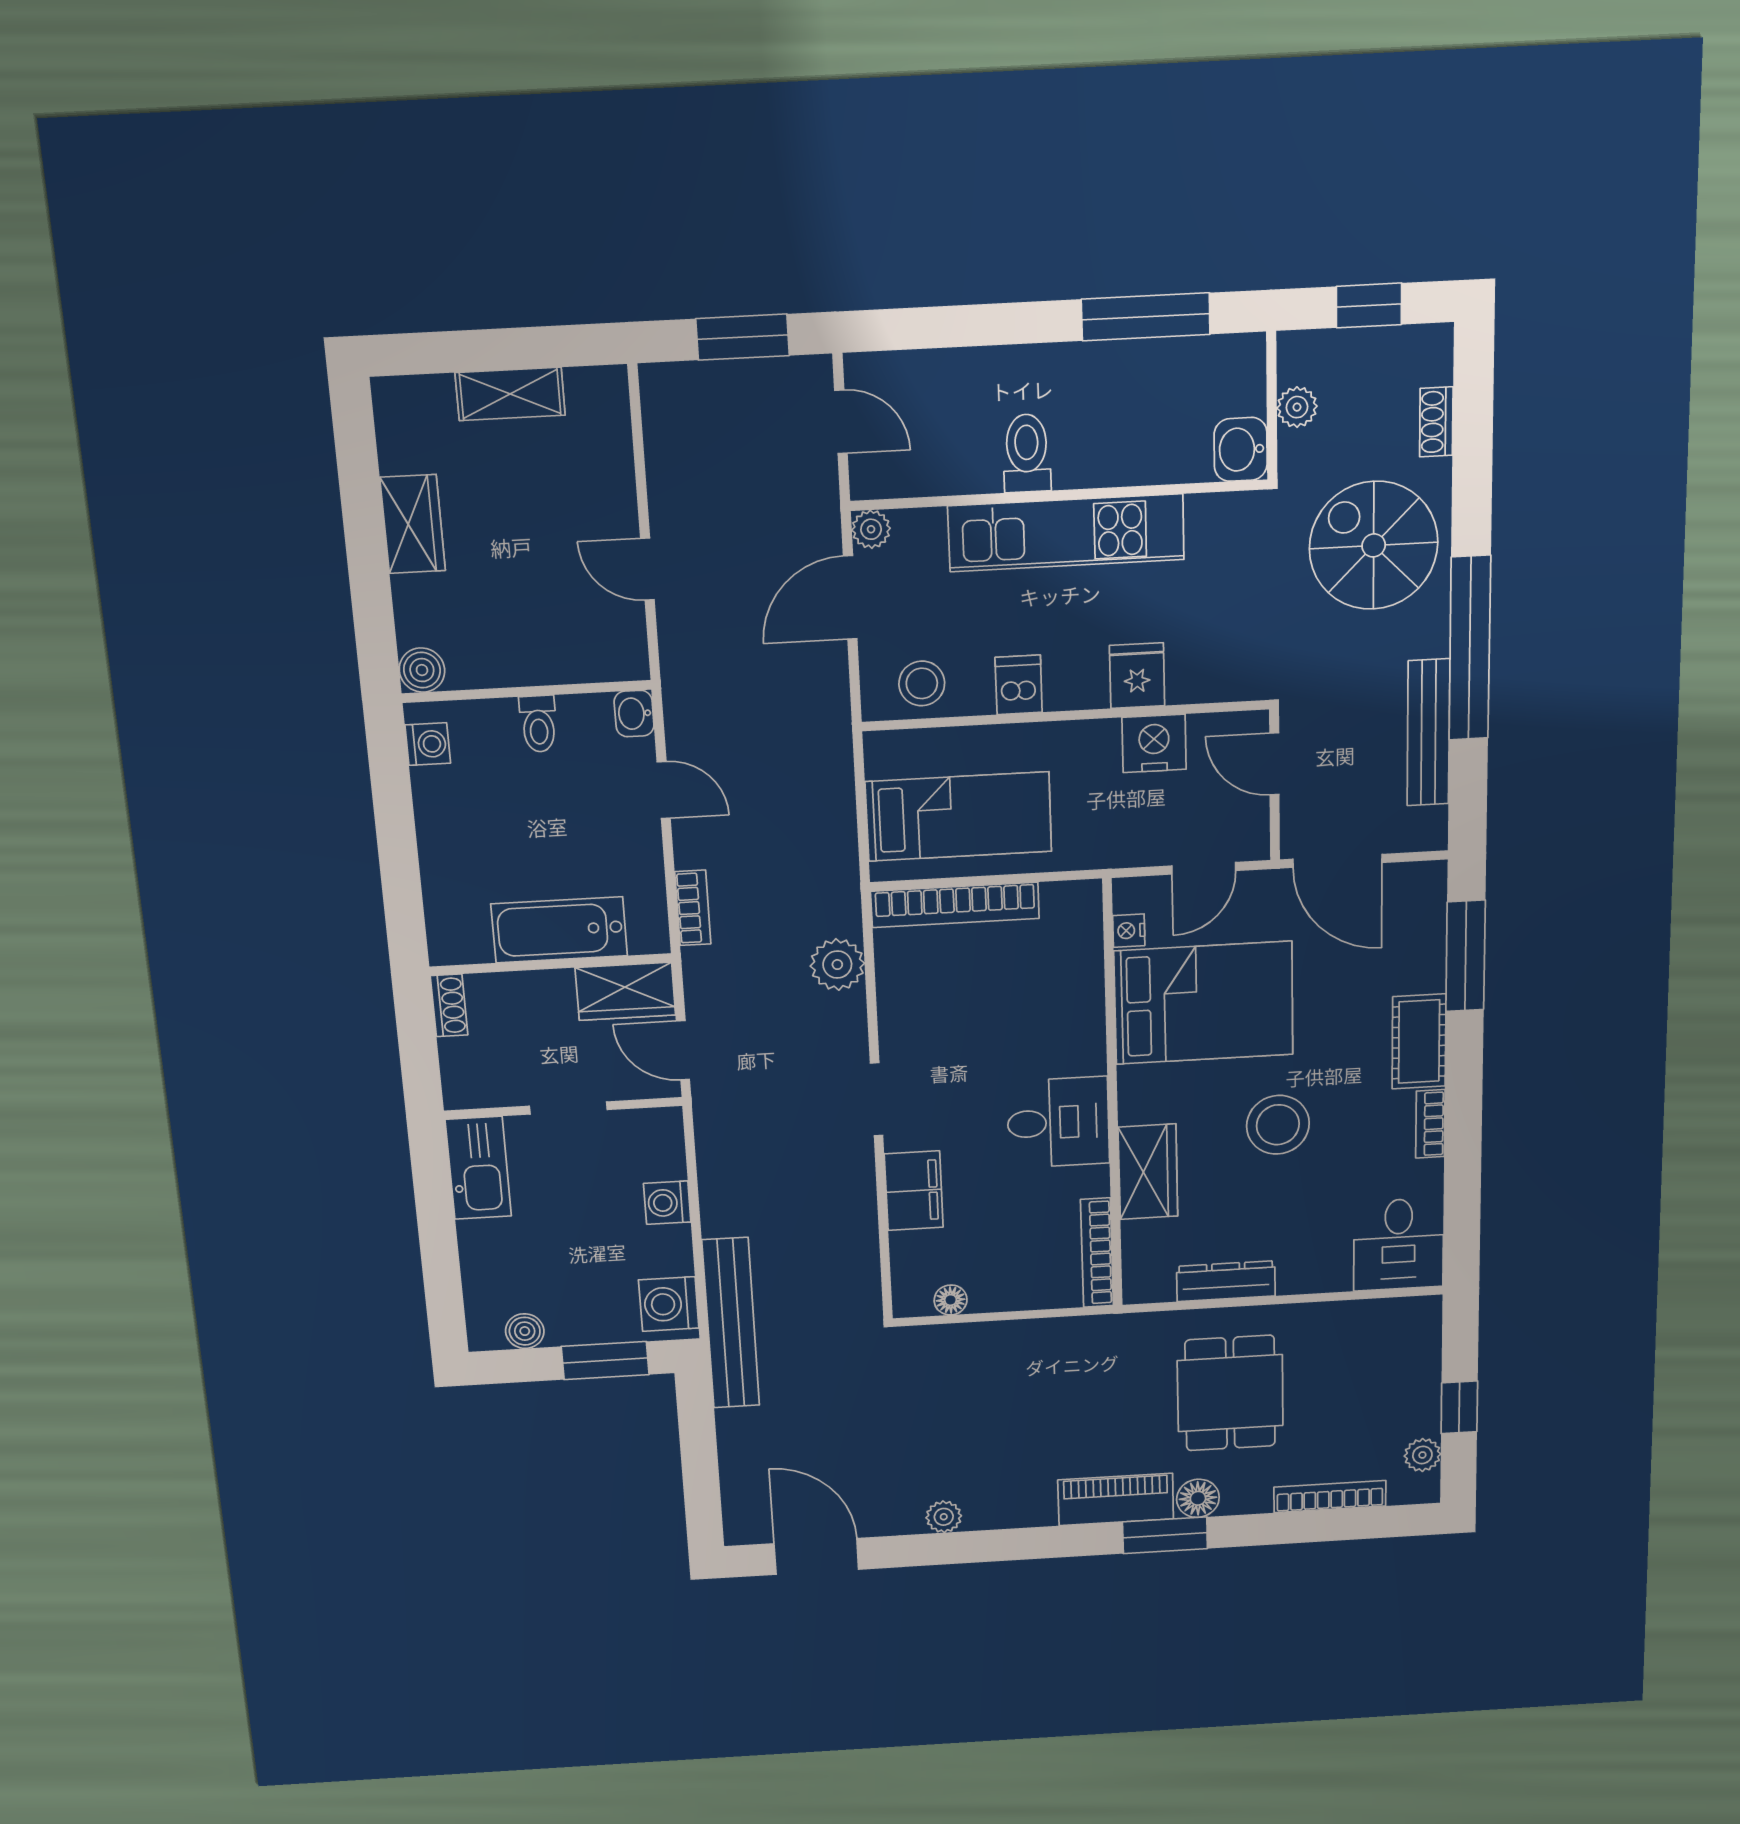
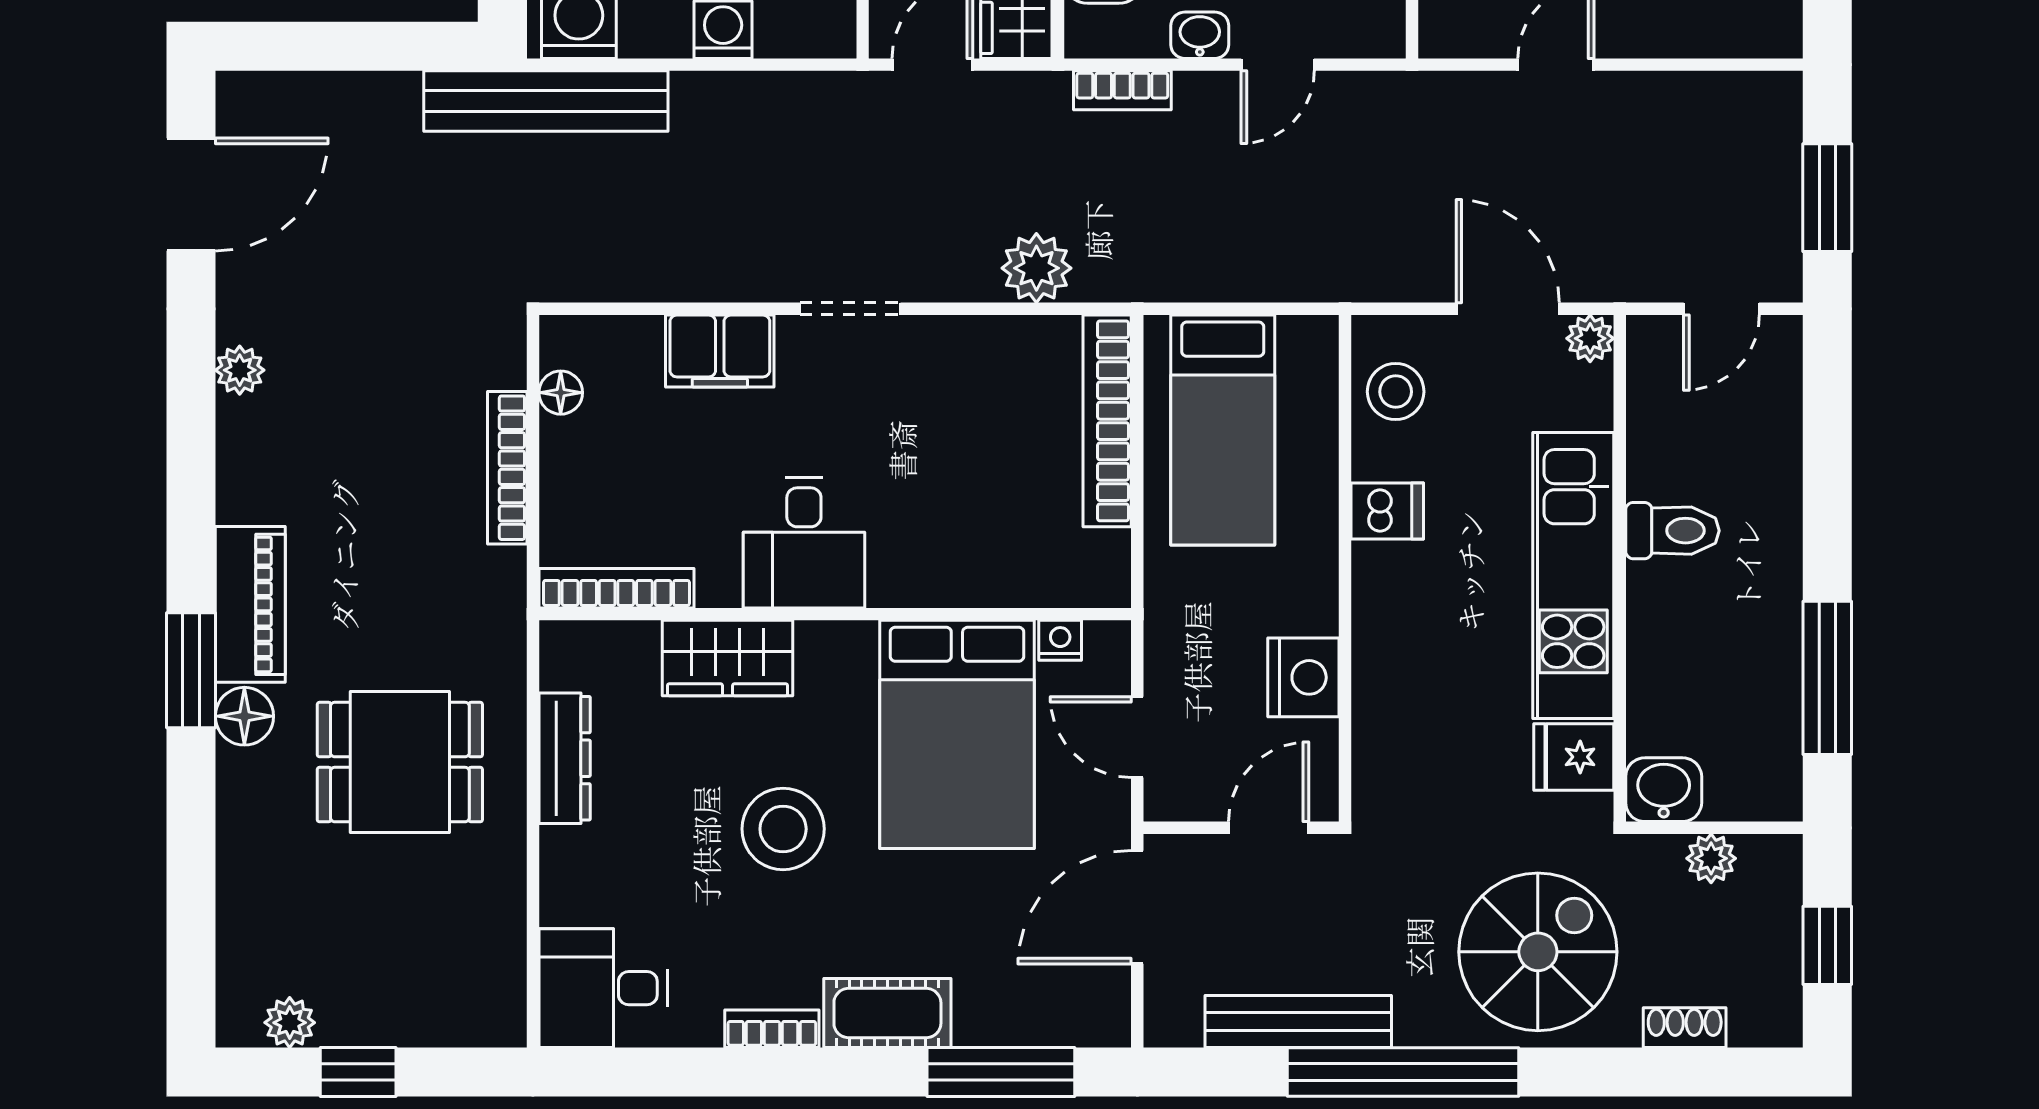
fridge: (1137, 676) -> (1574, 757), moved, turned 180
washbasin: (634, 713) -> (1200, 35), moved
bookcase: (1330, 1497) -> (507, 468), moved, turned 180

